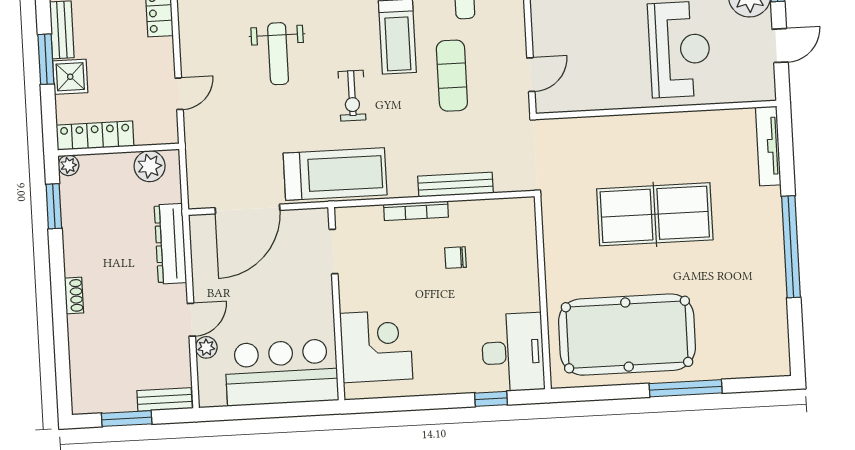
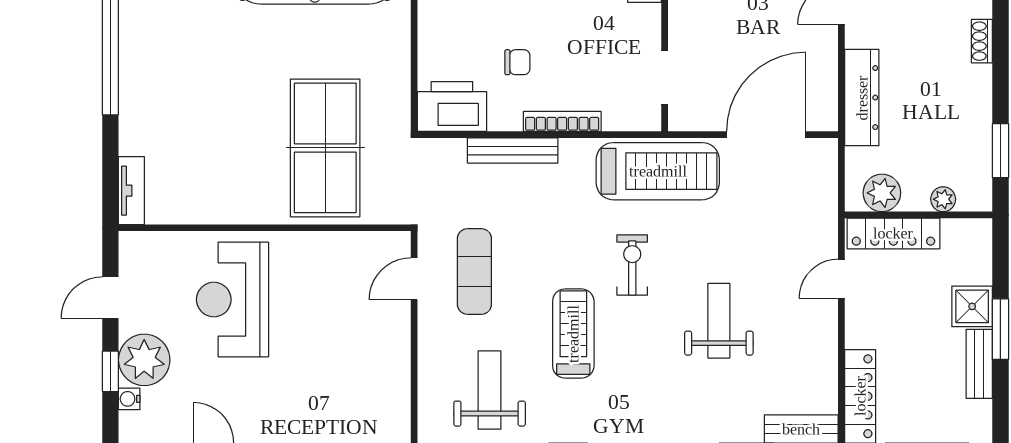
exercise mat: (452, 76) -> (474, 271), moved
locker: (95, 136) -> (893, 233), moved
tv unit: (768, 146) -> (131, 191), width x0.71
plant: (69, 165) -> (943, 199), moved
treadmill: (335, 174) -> (658, 171), turned 180
table tennis table: (655, 214) -> (325, 148), moved, turned 90
printer: (507, 218) -> (452, 106), added

